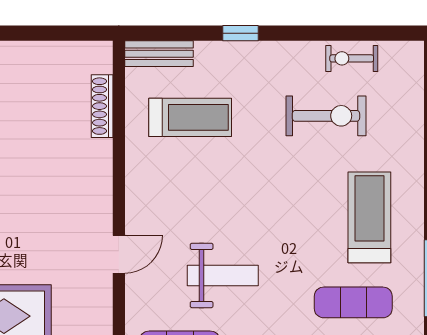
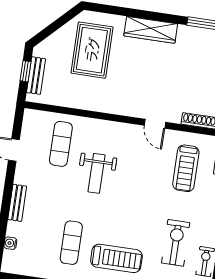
exercise bike: (326, 116) -> (176, 243), turned 180
door: (119, 254) -> (155, 124), moved

